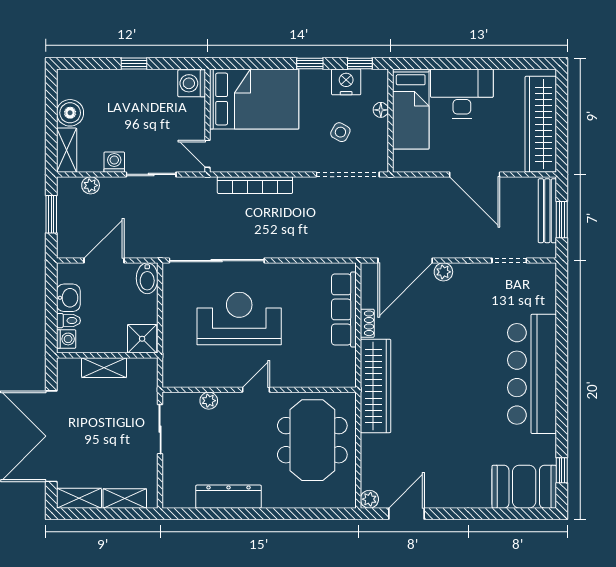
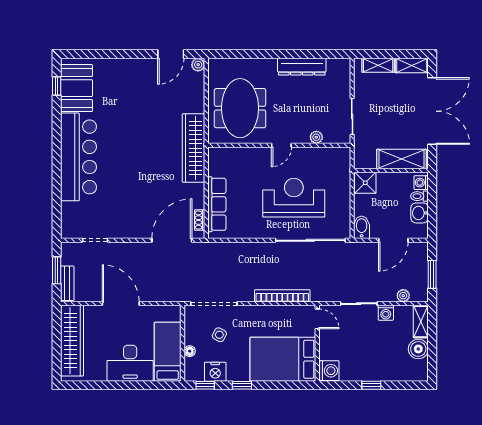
bench: (547, 211) -> (67, 283), width x0.73
plant: (443, 272) -> (144, 232), removed
reception desk: (239, 319) -> (294, 198), turned 180
shoe rack: (367, 323) -> (200, 220), moved
shelving: (104, 368) -> (402, 159), width x1.50, depth x1.33
booth: (524, 487) -> (76, 88), moved, turned 90

